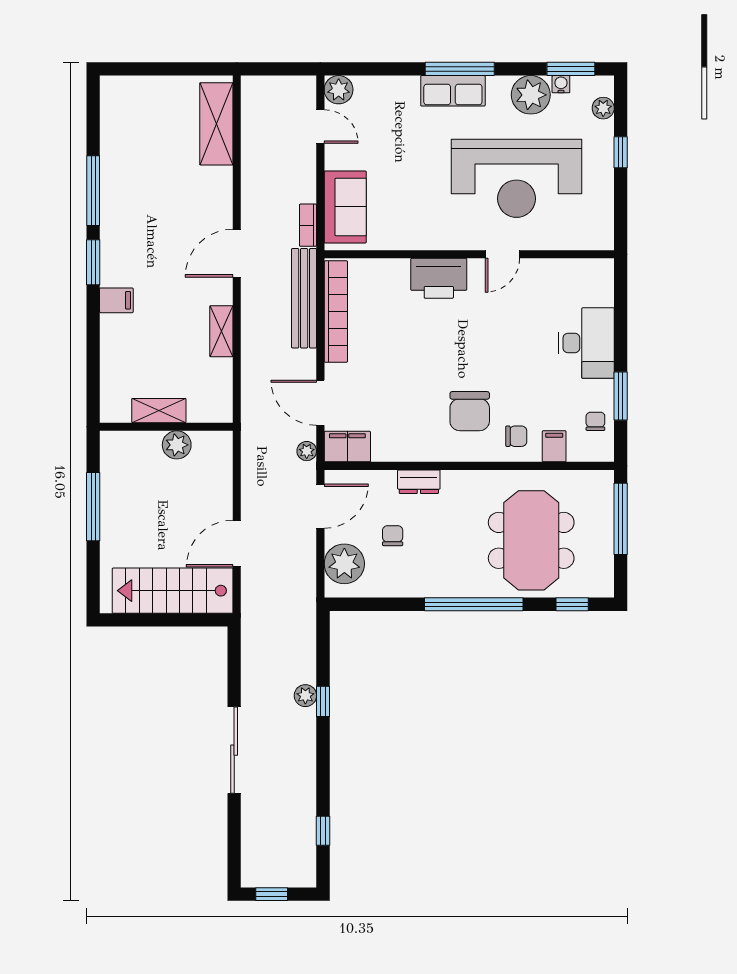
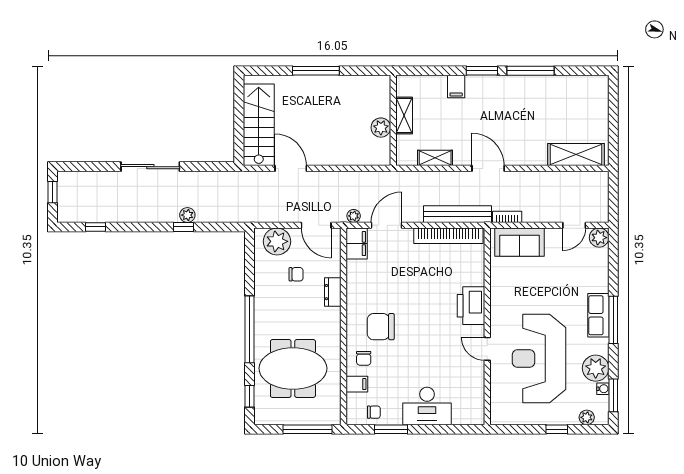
shelving: (159, 411) -> (404, 115), moved
wall: (166, 427) -> (393, 120), moved
plant: (177, 445) -> (381, 128), moved

